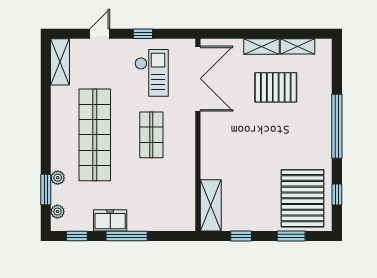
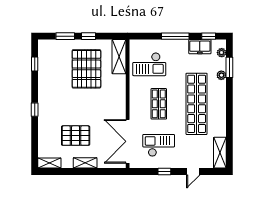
shelving: (298, 46) -> (49, 163), moved
checkout: (151, 73) -> (159, 145), turned 90
window: (337, 126) -> (35, 110), width x0.32
checkout: (166, 194) -> (149, 64), added
pallet: (302, 198) -> (86, 69), moved
freezer: (110, 220) -> (200, 47), moved
window: (241, 236) -> (89, 36), moved

